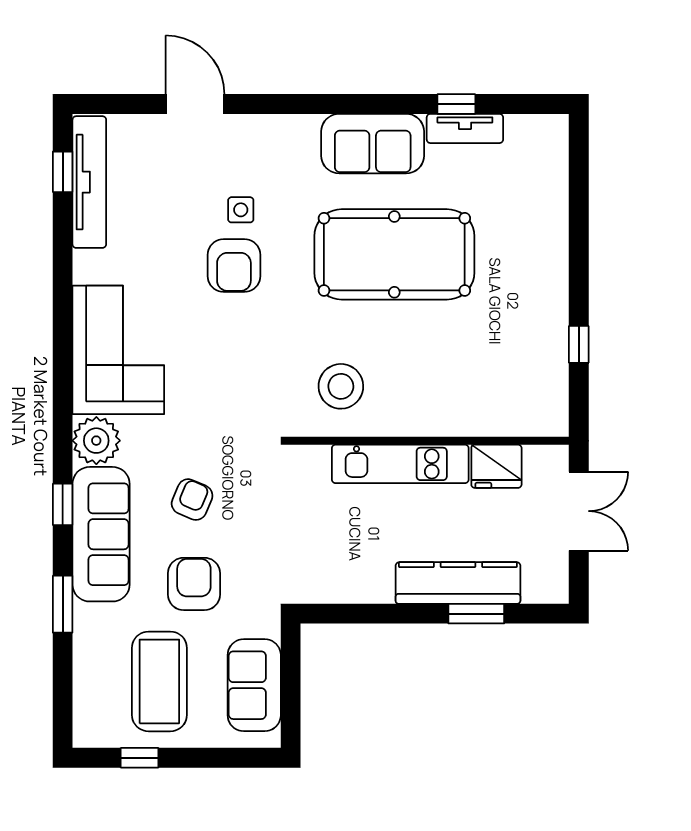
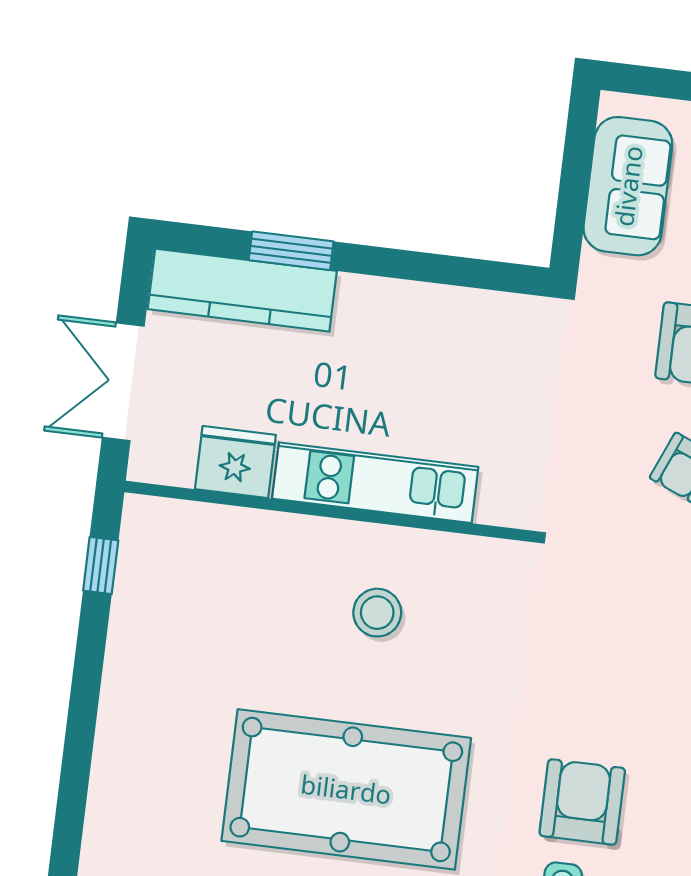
window: (579, 344) -> (101, 565), moved
stool: (341, 386) -> (377, 613), moved, width x0.73, depth x0.73
kitchen counter: (458, 583) -> (242, 290), moved

